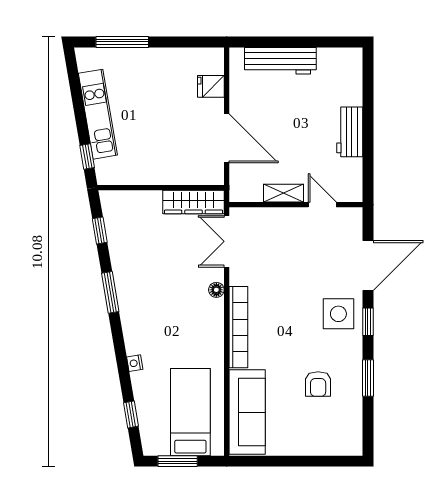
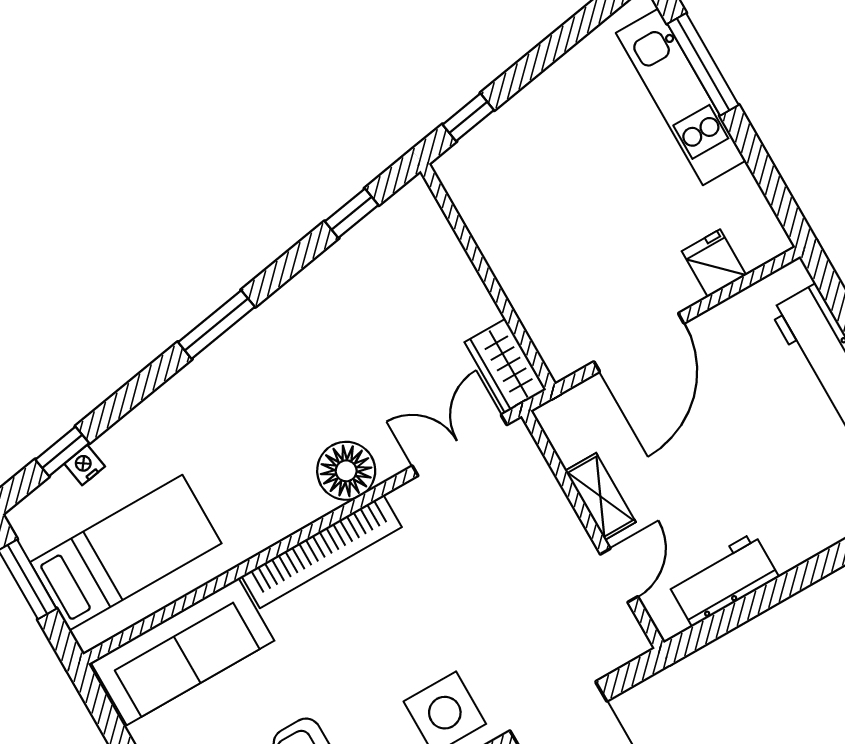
kitchen unit: (98, 114) -> (681, 97), moved, turned 100
workbench: (350, 132) -> (723, 580), moved
wardrobe: (193, 202) -> (505, 366), width x0.67
floor lamp: (216, 290) -> (346, 471), width x1.89, depth x1.89
window: (110, 292) -> (216, 325), moved
nightstand: (135, 363) -> (85, 465), moved

